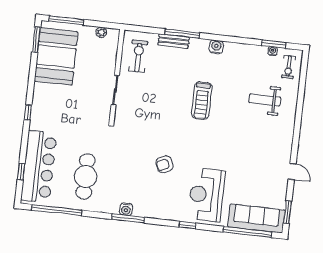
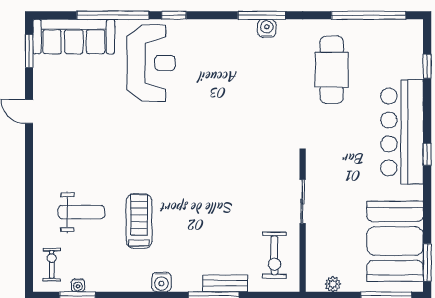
treadmill: (202, 100) -> (139, 221), moved
armchair: (165, 164) -> (218, 101), removed
bar counter: (39, 167) -> (402, 132), moved
window: (247, 232) -> (113, 15), moved

